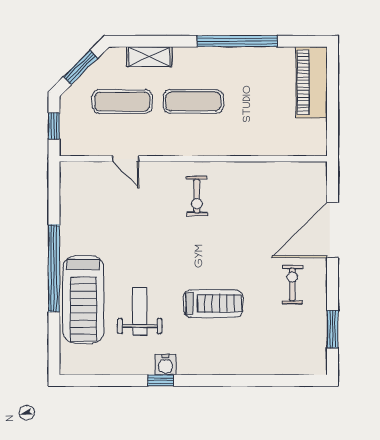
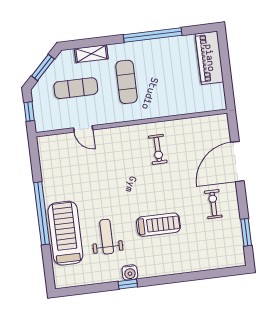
exercise mat: (193, 101) -> (127, 82), turned 90
exercise bike: (197, 196) -> (158, 149), moved
treadmill: (83, 300) -> (65, 233), turned 180

